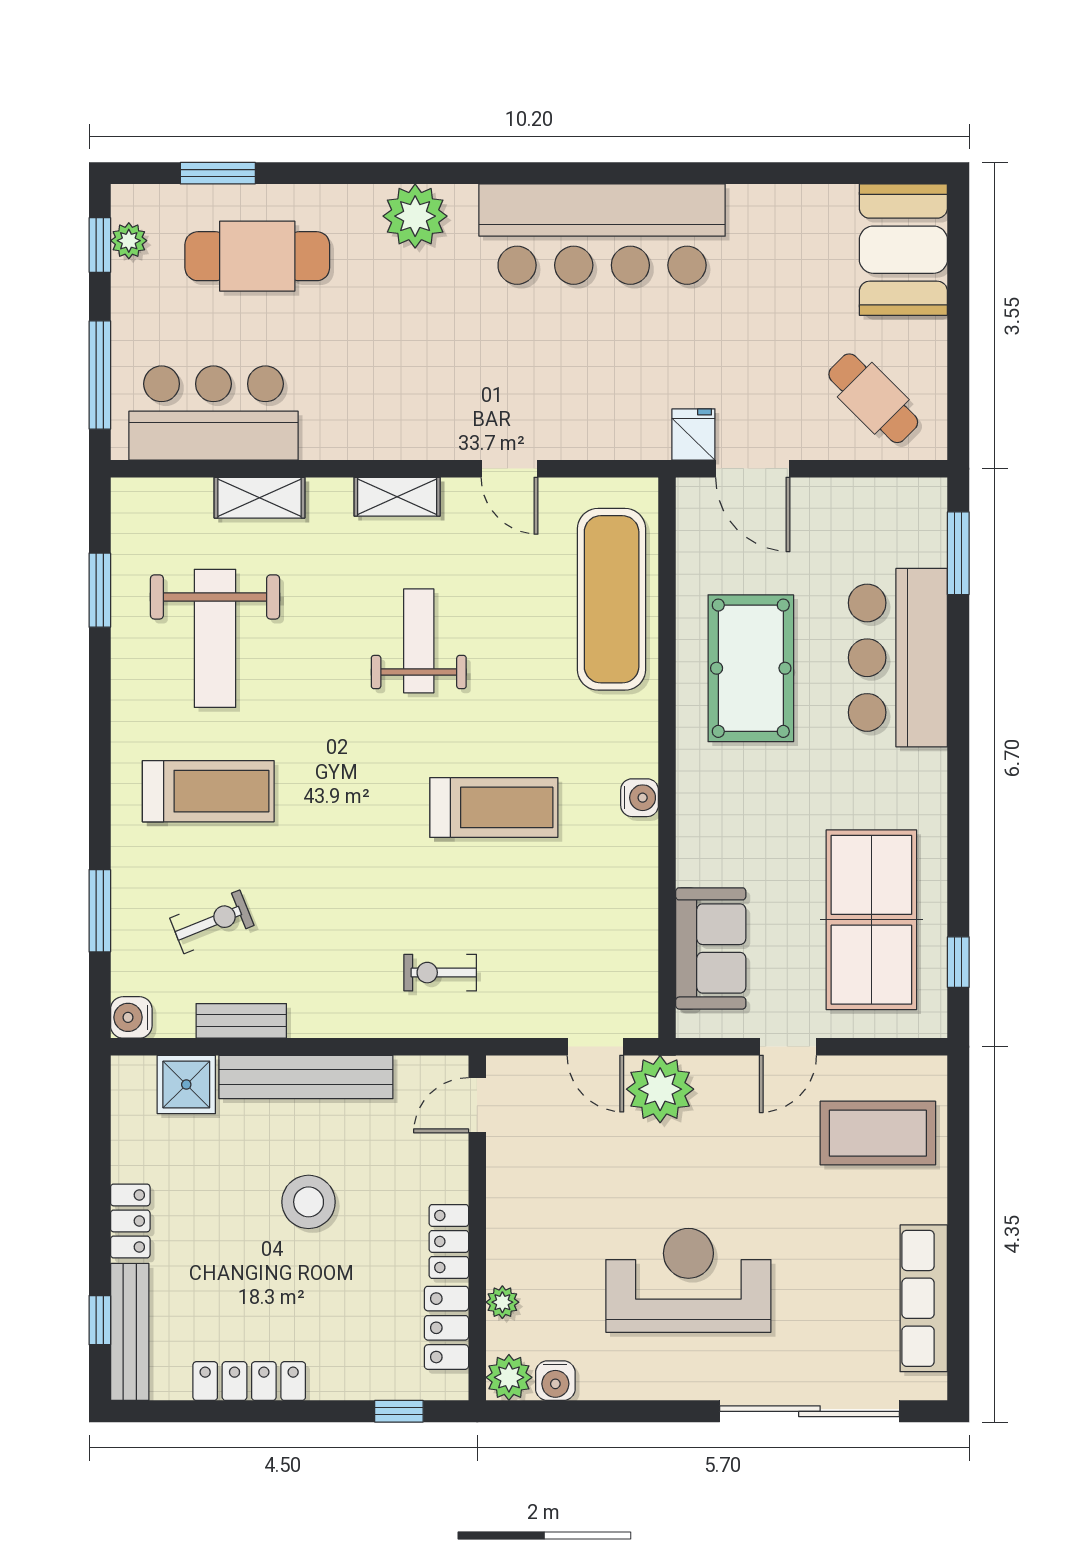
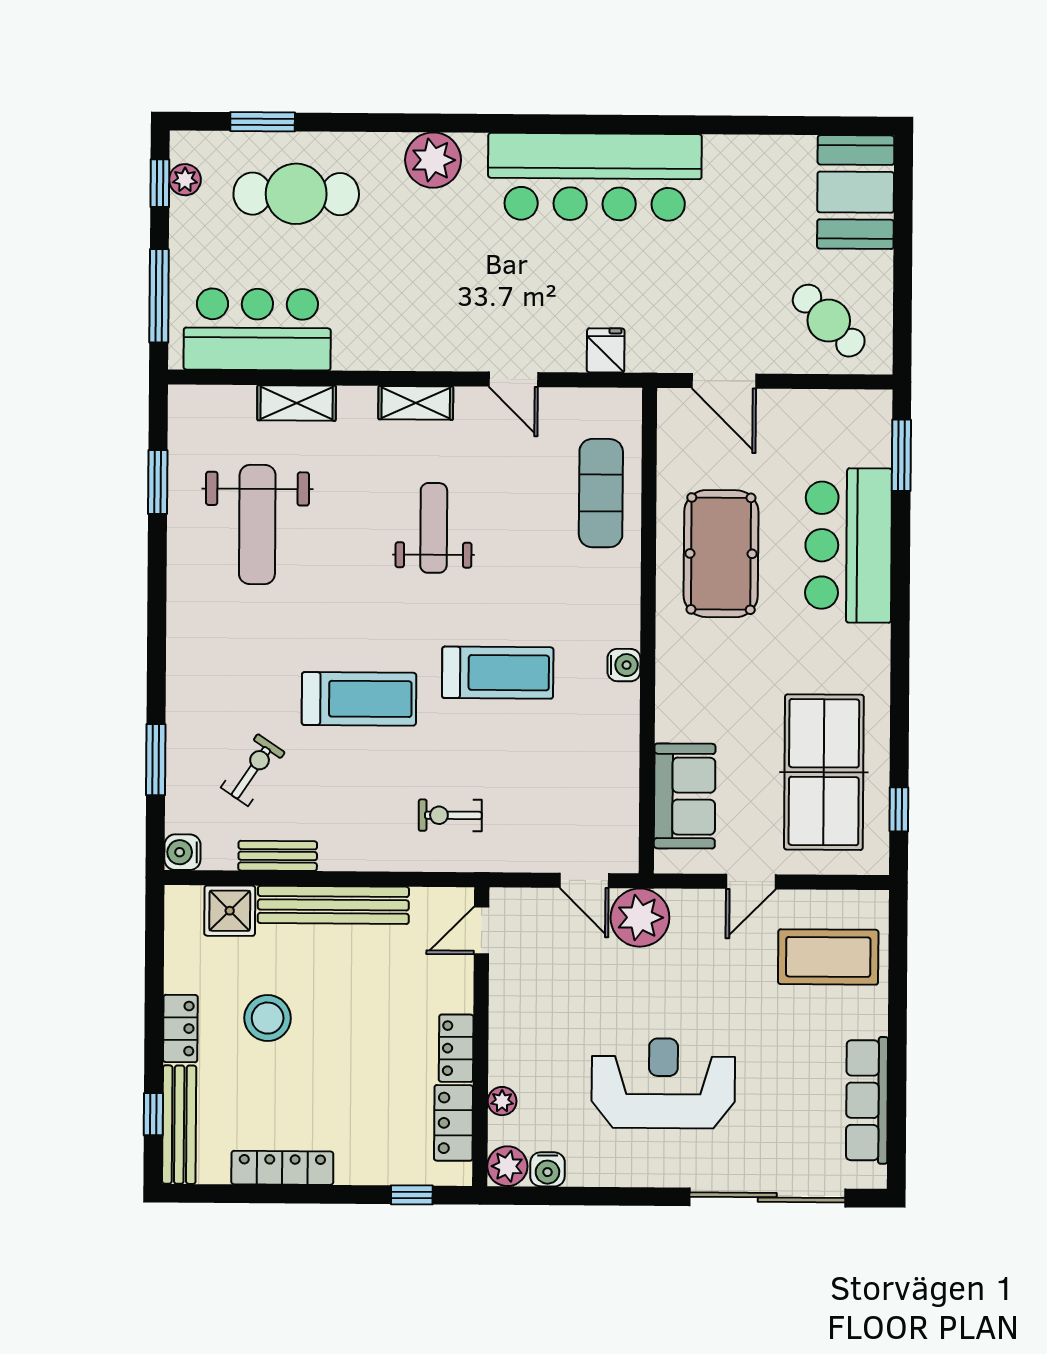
fridge: (693, 434) -> (606, 350), moved
exercise mat: (612, 599) -> (601, 493), width x0.73, depth x0.69
treadmill: (208, 791) -> (359, 699), moved
exercise bike: (212, 922) -> (253, 770), turned -34
stool: (309, 1202) -> (268, 1018), moved

